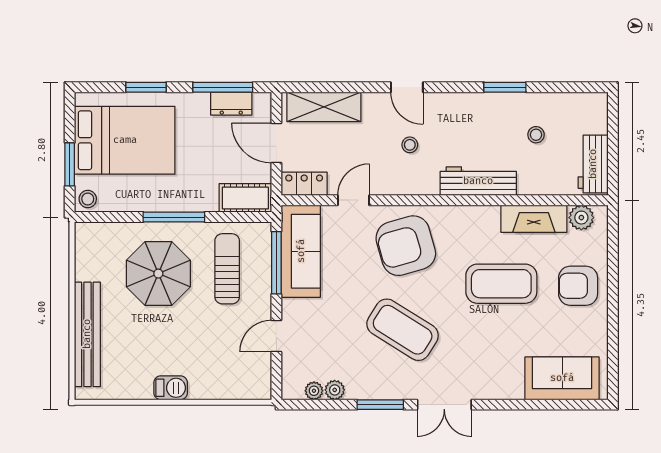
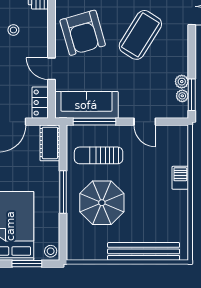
barbecue: (171, 388) -> (180, 178), moved
window: (380, 405) -> (192, 95), moved

